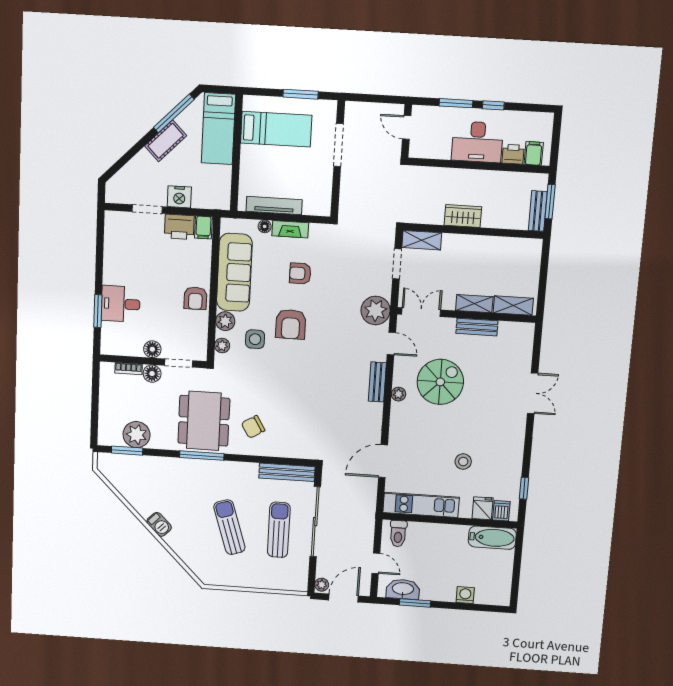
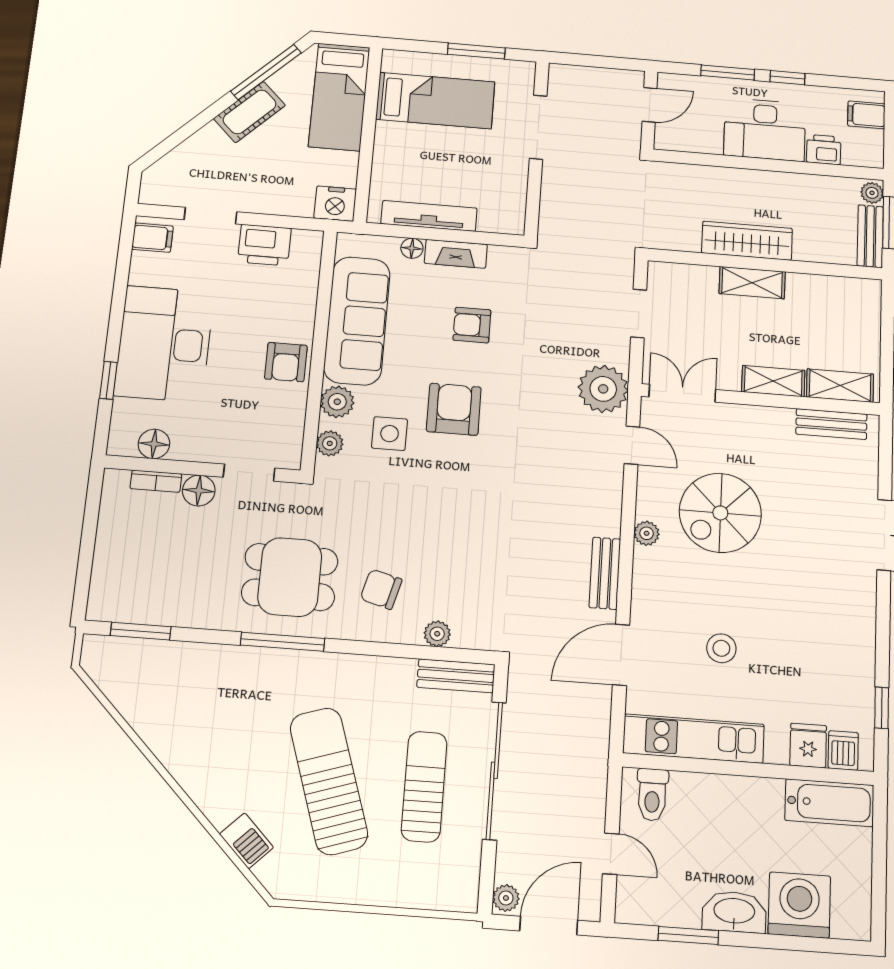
door: (407, 127) -> (649, 105), swing flipped
filing cabinet: (534, 153) -> (866, 115), moved, turned -90
plant: (541, 182) -> (872, 193), added
nightstand: (179, 197) -> (335, 204), moved
wardrobe: (463, 216) -> (747, 241), width x1.50
filing cabinet: (203, 227) -> (152, 238), moved, turned -90
shelving: (422, 240) -> (752, 283), moved
desk: (121, 304) -> (164, 344), width x1.87, depth x1.30
window: (98, 311) -> (108, 380), width x0.67
armchair: (291, 324) -> (454, 409), turned 180
bench: (477, 327) -> (831, 424), moved
floor lamp: (152, 349) -> (154, 444), moved
bench: (377, 382) -> (605, 573), moved
spiral stairs: (440, 382) -> (720, 513), turned 180
dining table: (204, 421) -> (290, 577), width x0.73
chair: (253, 427) -> (381, 589), turned 46
plant: (137, 435) -> (437, 634), moved, width x0.53, depth x0.53
stool: (463, 462) -> (721, 648), moved
bench: (287, 472) -> (456, 676), width x0.73
barbecue: (159, 524) -> (247, 841), moved
sun lounger: (229, 527) -> (329, 781), width x1.36, depth x1.34
washbasin: (403, 589) -> (734, 912), moved
washing machine: (465, 595) -> (799, 905), width x1.89, depth x1.89

